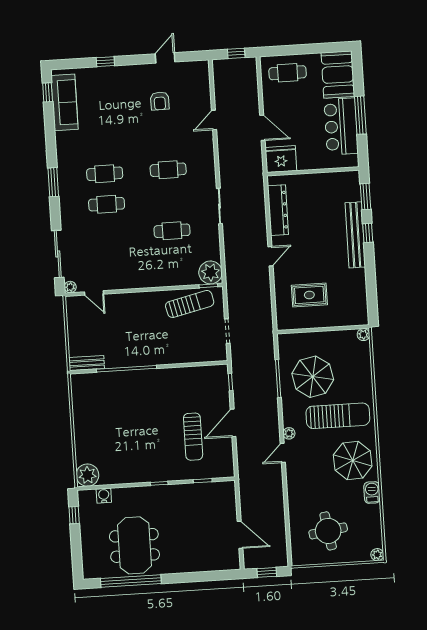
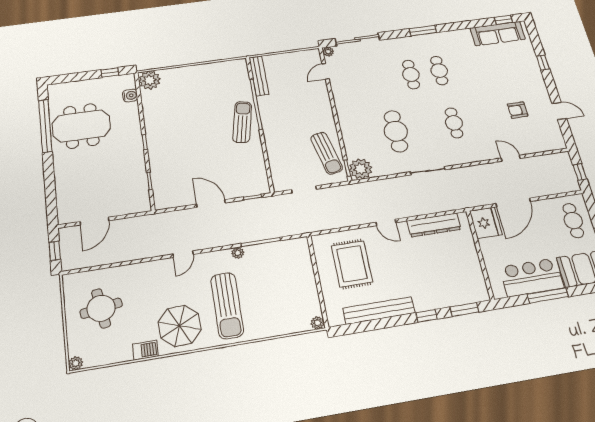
door: (262, 128) -> (513, 202), width x1.36
cafe table: (172, 231) -> (396, 131), width x1.37, depth x1.35
bench: (355, 235) -> (379, 311), moved
rug: (309, 295) -> (352, 264), width x1.36, depth x1.43
bench: (87, 363) -> (259, 76), width x1.36
parasol: (313, 377) -> (266, 276), removed
plant: (289, 433) -> (238, 253), moved
sun lounger: (193, 437) -> (242, 122), moved, turned 102
door: (283, 453) -> (183, 254), swing flipped

